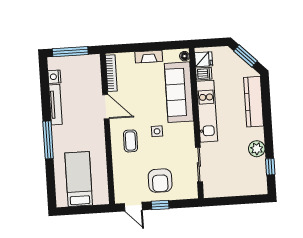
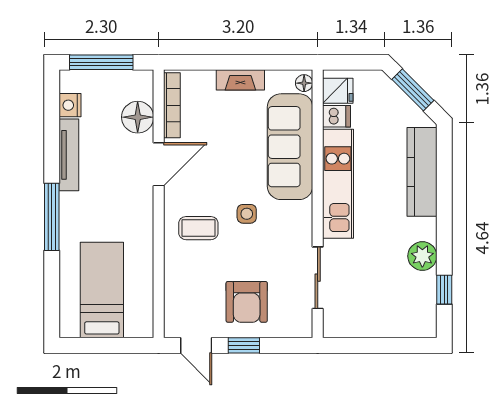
floor lamp: (93, 81) -> (138, 117), added
door: (106, 107) -> (159, 164), hinge flipped
coffee table: (130, 141) -> (198, 228), turned 90

